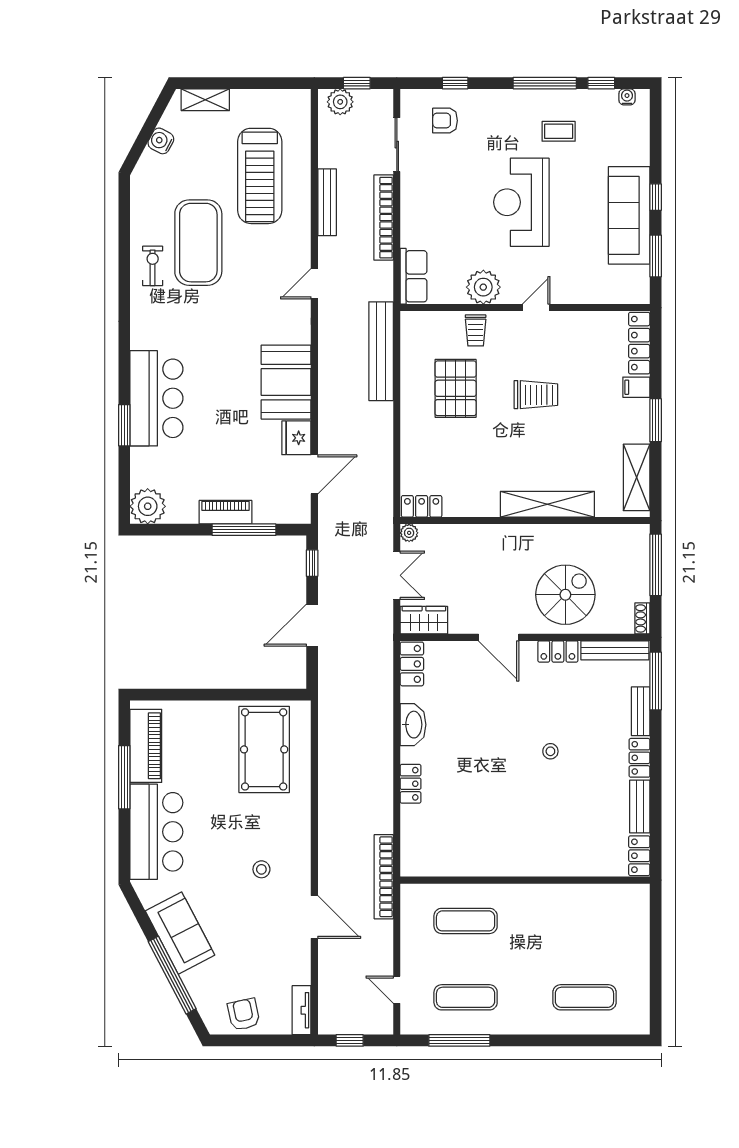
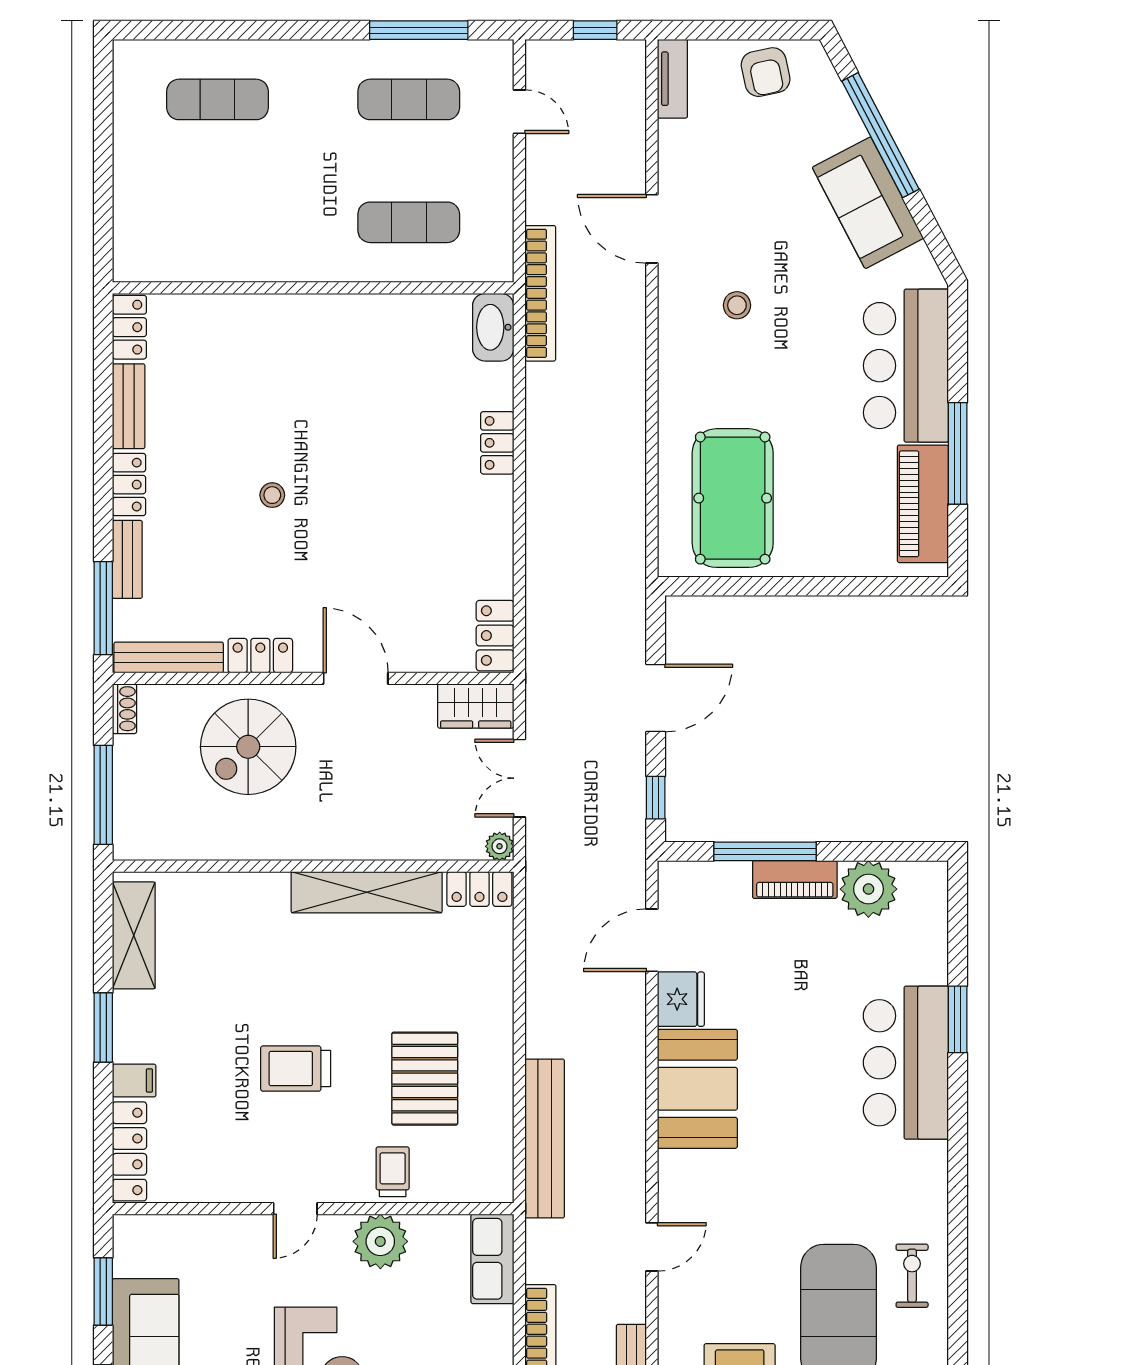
exercise bike: (153, 266) -> (912, 1276), turned 180
shelving: (547, 504) -> (367, 892), moved
plant: (148, 506) -> (868, 889), moved
washbasin: (413, 725) -> (493, 327), moved

